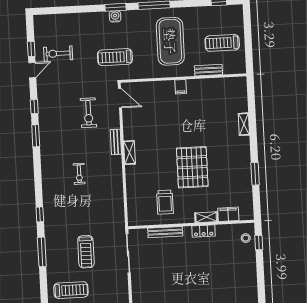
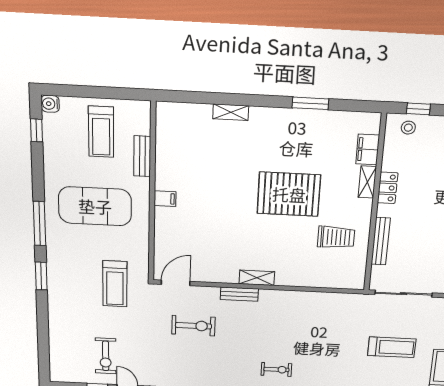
water cooler: (115, 16) -> (50, 104), moved
exercise bike: (79, 174) -> (276, 369), moved

